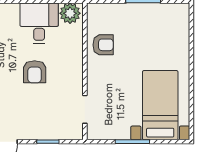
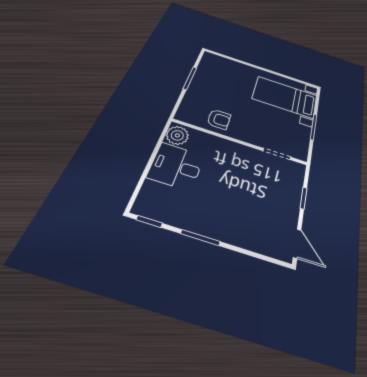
armchair: (103, 45) -> (219, 119), turned 90
armchair: (35, 72) -> (227, 187), removed

